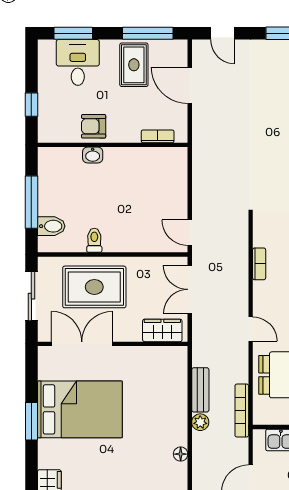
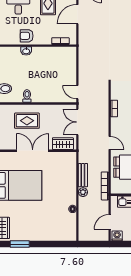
door: (190, 85) -> (77, 14), hinge flipped
rug: (94, 287) -> (27, 121), width x0.73, depth x0.70
double door: (82, 344) -> (33, 151), moved

